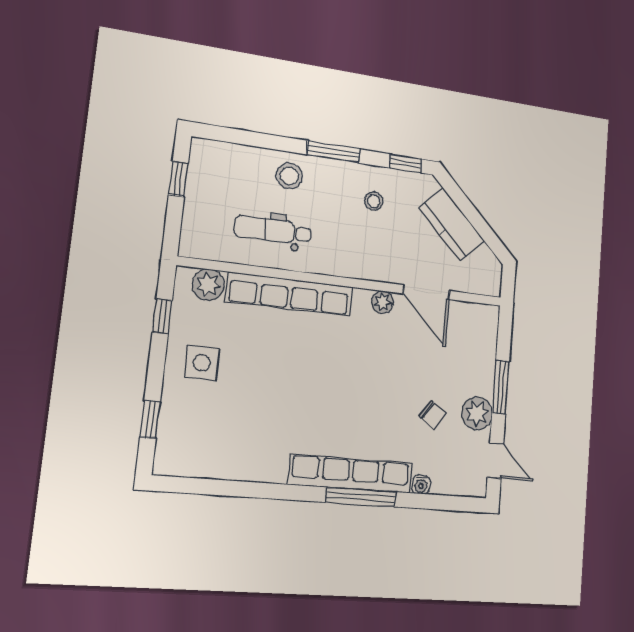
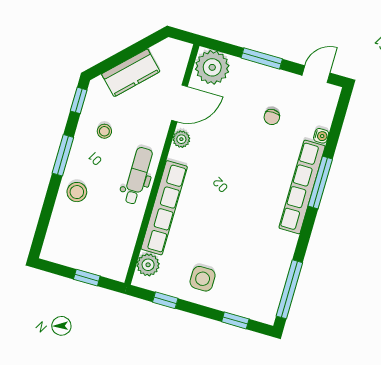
window: (178, 179) -> (87, 278), moved
dental chair: (273, 230) -> (138, 176), moved, turned 180
plant: (477, 413) -> (212, 67), moved, width x1.36, depth x1.36
chair: (432, 415) -> (272, 117), turned 145
window: (208, 487) -> (289, 289), added

